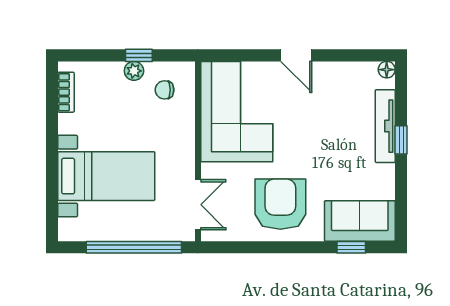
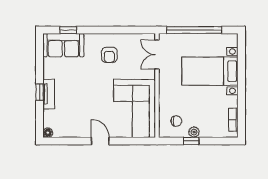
tv unit: (385, 126) -> (49, 94), width x0.71
armchair: (280, 204) -> (109, 55), width x0.53, depth x0.53

